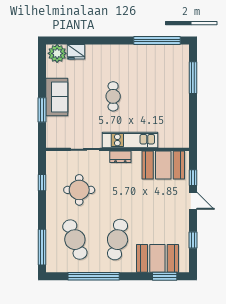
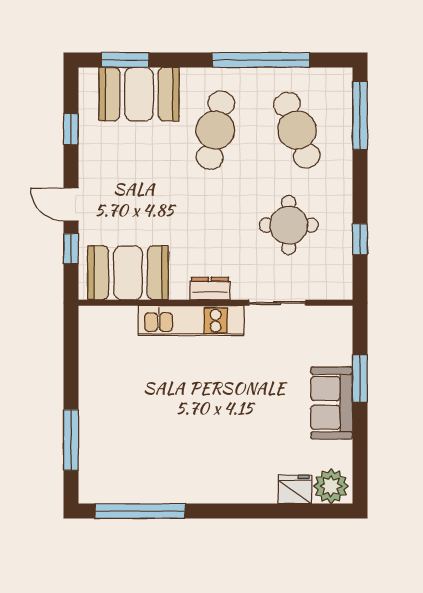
cafe table: (113, 96) -> (224, 404), removed

